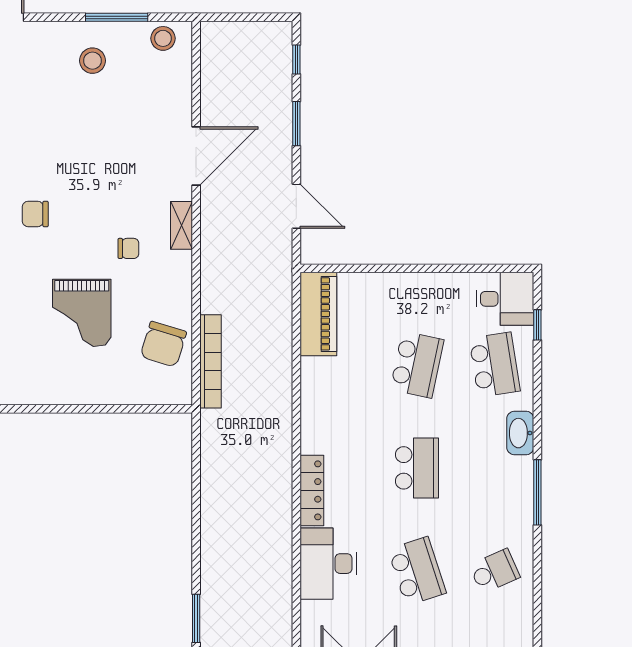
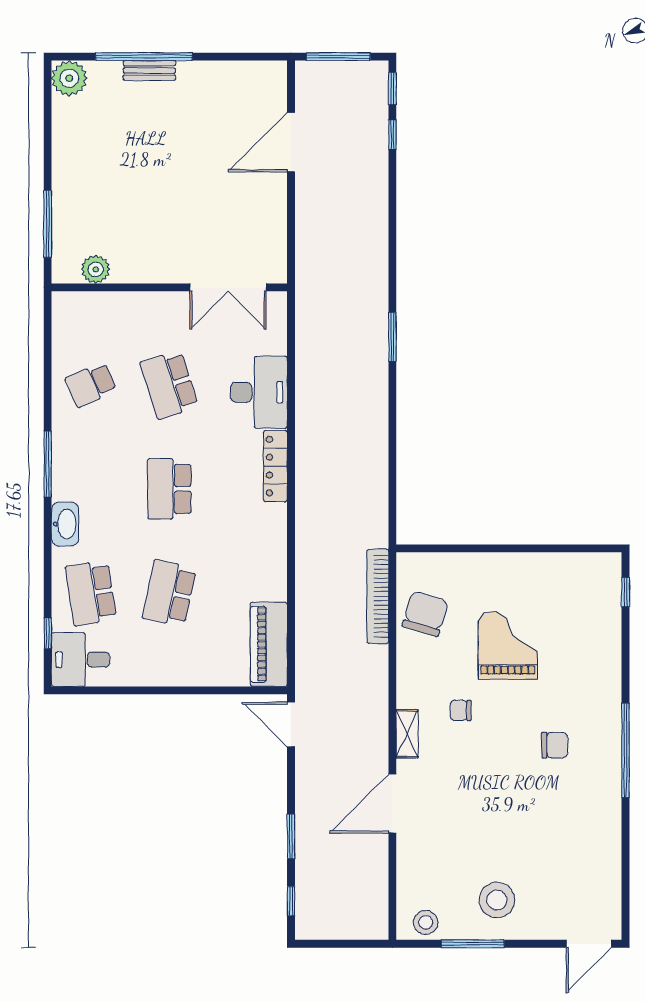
stool: (92, 61) -> (497, 900), width x1.38, depth x1.38
door: (296, 206) -> (291, 725), moved

